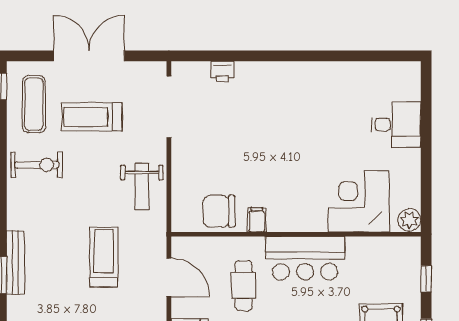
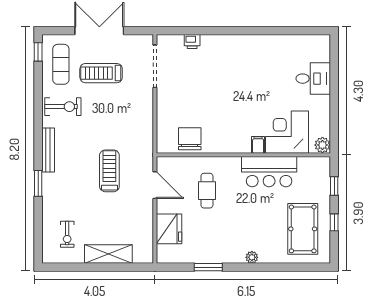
weight bench: (142, 187) -> (136, 122), removed
chair: (219, 211) -> (190, 139), turned 90
filing cabinet: (257, 220) -> (258, 145), moved
bar counter: (305, 258) -> (269, 172), moved
bench: (16, 262) -> (48, 150), moved

